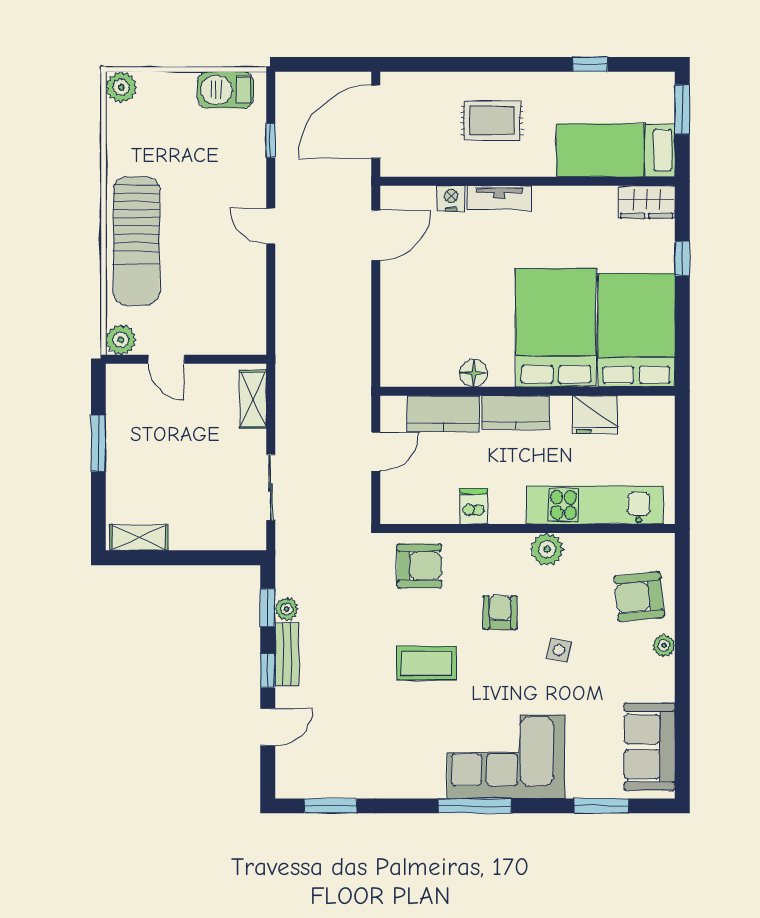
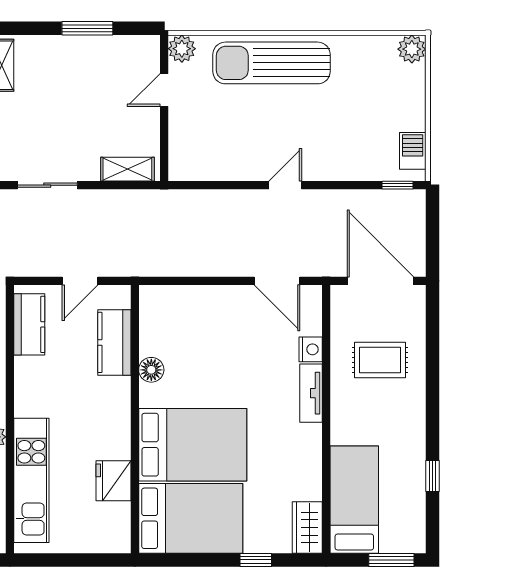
barbecue: (225, 90) -> (413, 151), width x0.73, depth x0.79
rug: (492, 120) -> (380, 360), moved, turned 90
window: (271, 140) -> (397, 185), moved
kitchen counter: (516, 413) -> (29, 324), moved, turned 180
door: (376, 452) -> (80, 281), hinge flipped
dishwasher: (474, 506) -> (30, 370), removed

